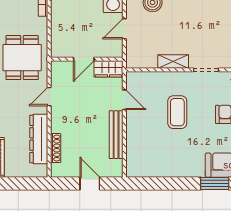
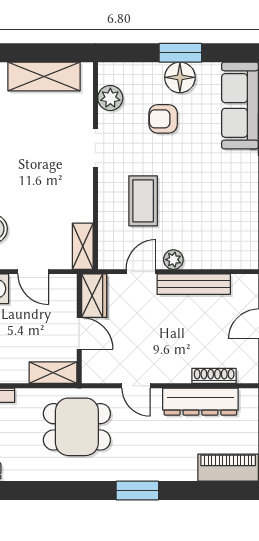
shelving: (58, 42) -> (53, 373), added
shelving: (173, 61) -> (83, 246), moved
coffee table: (177, 112) -> (143, 201), moved, turned 90
plant: (132, 121) -> (173, 260), added

